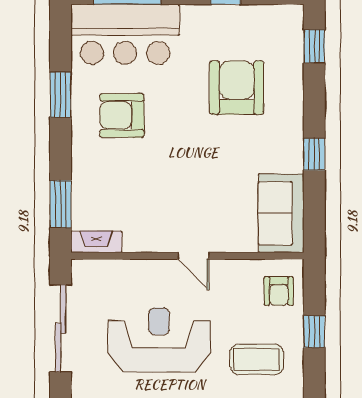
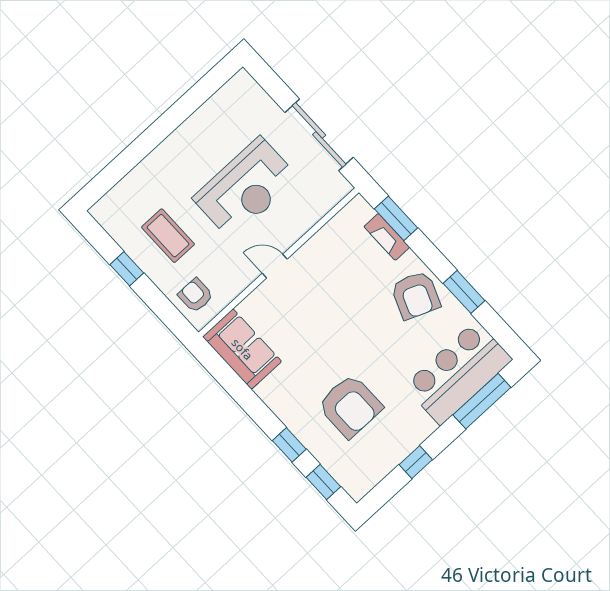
armchair: (122, 115) -> (416, 295), moved, turned 112
window: (314, 154) -> (289, 445), moved
fireplace: (96, 242) -> (387, 237), moved, turned 90
window: (314, 332) -> (127, 269), moved
coffee table: (257, 359) -> (168, 236), turned 90

